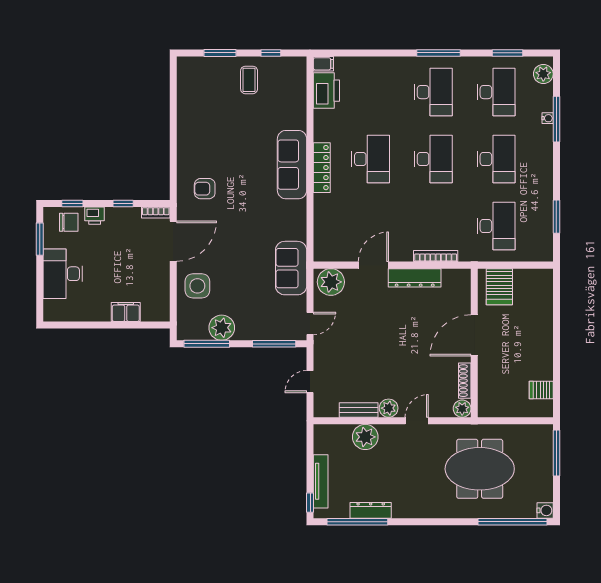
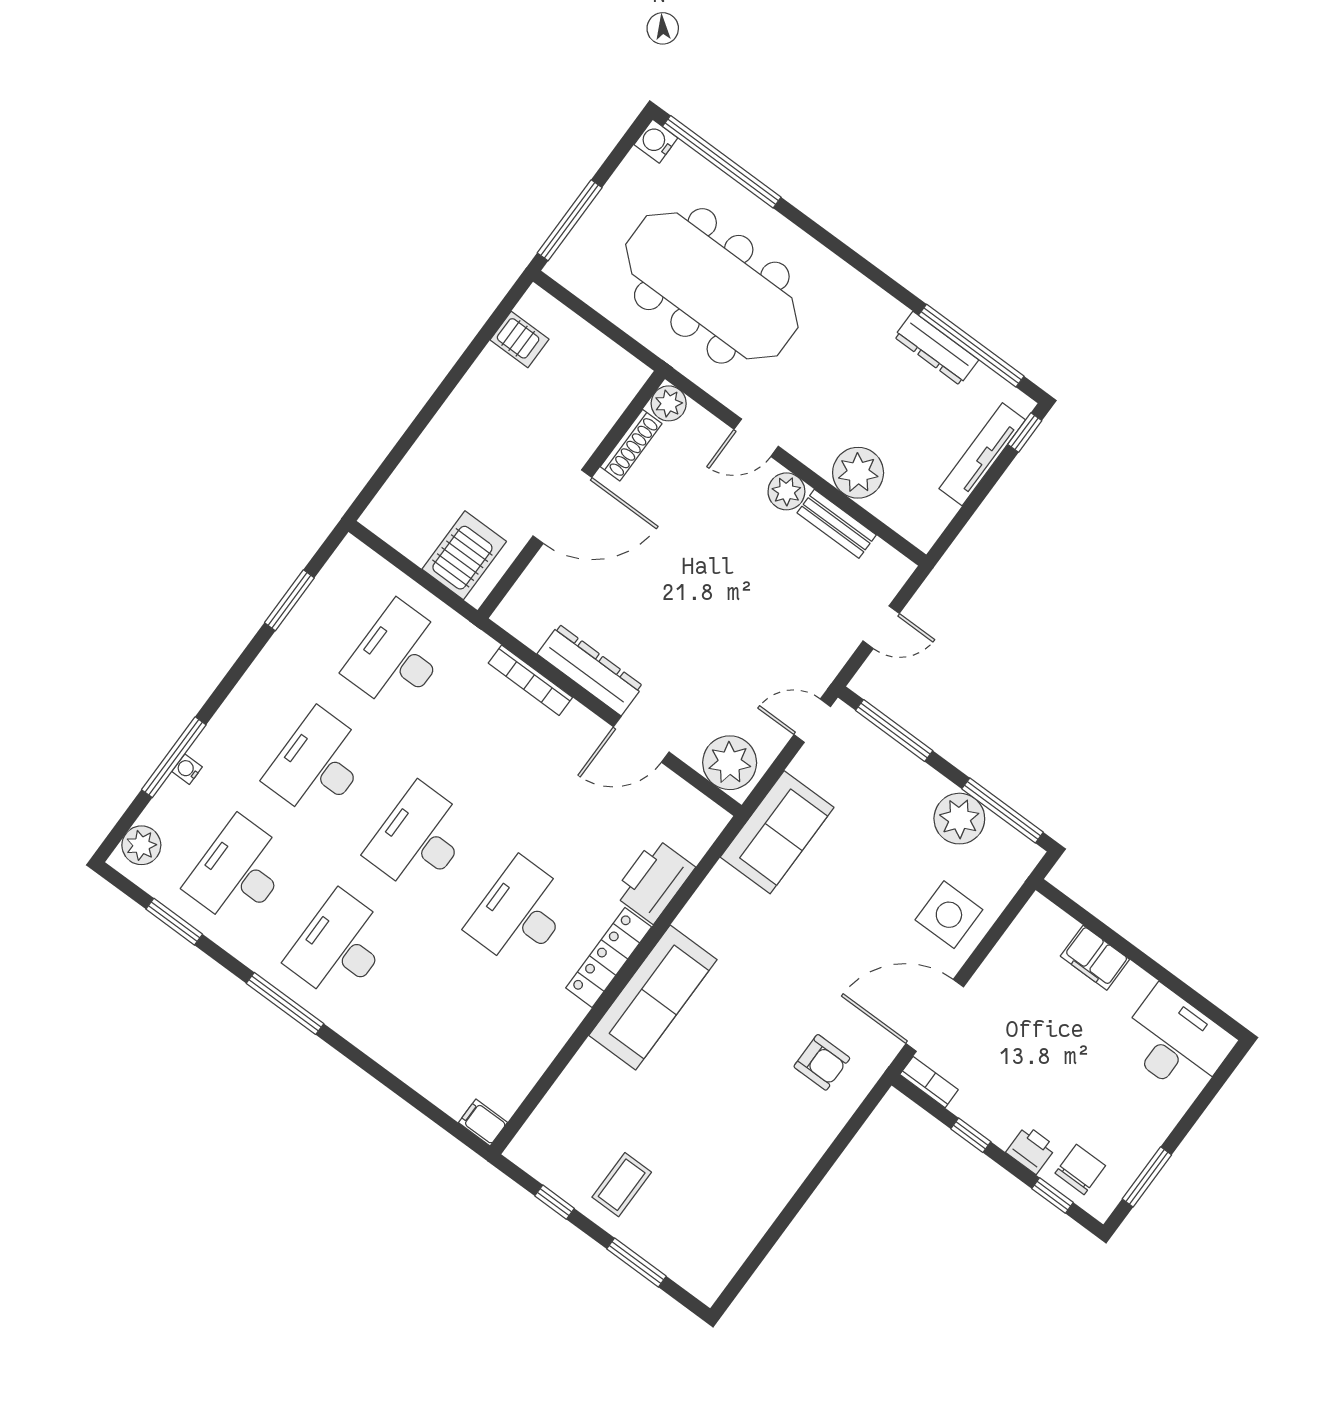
printer: (326, 91) -> (654, 881), moved
chair: (69, 222) -> (1080, 1169), turned 90
desk: (63, 274) -> (1176, 1042), moved, turned -90
meeting table: (480, 469) -> (712, 286), width x1.36

